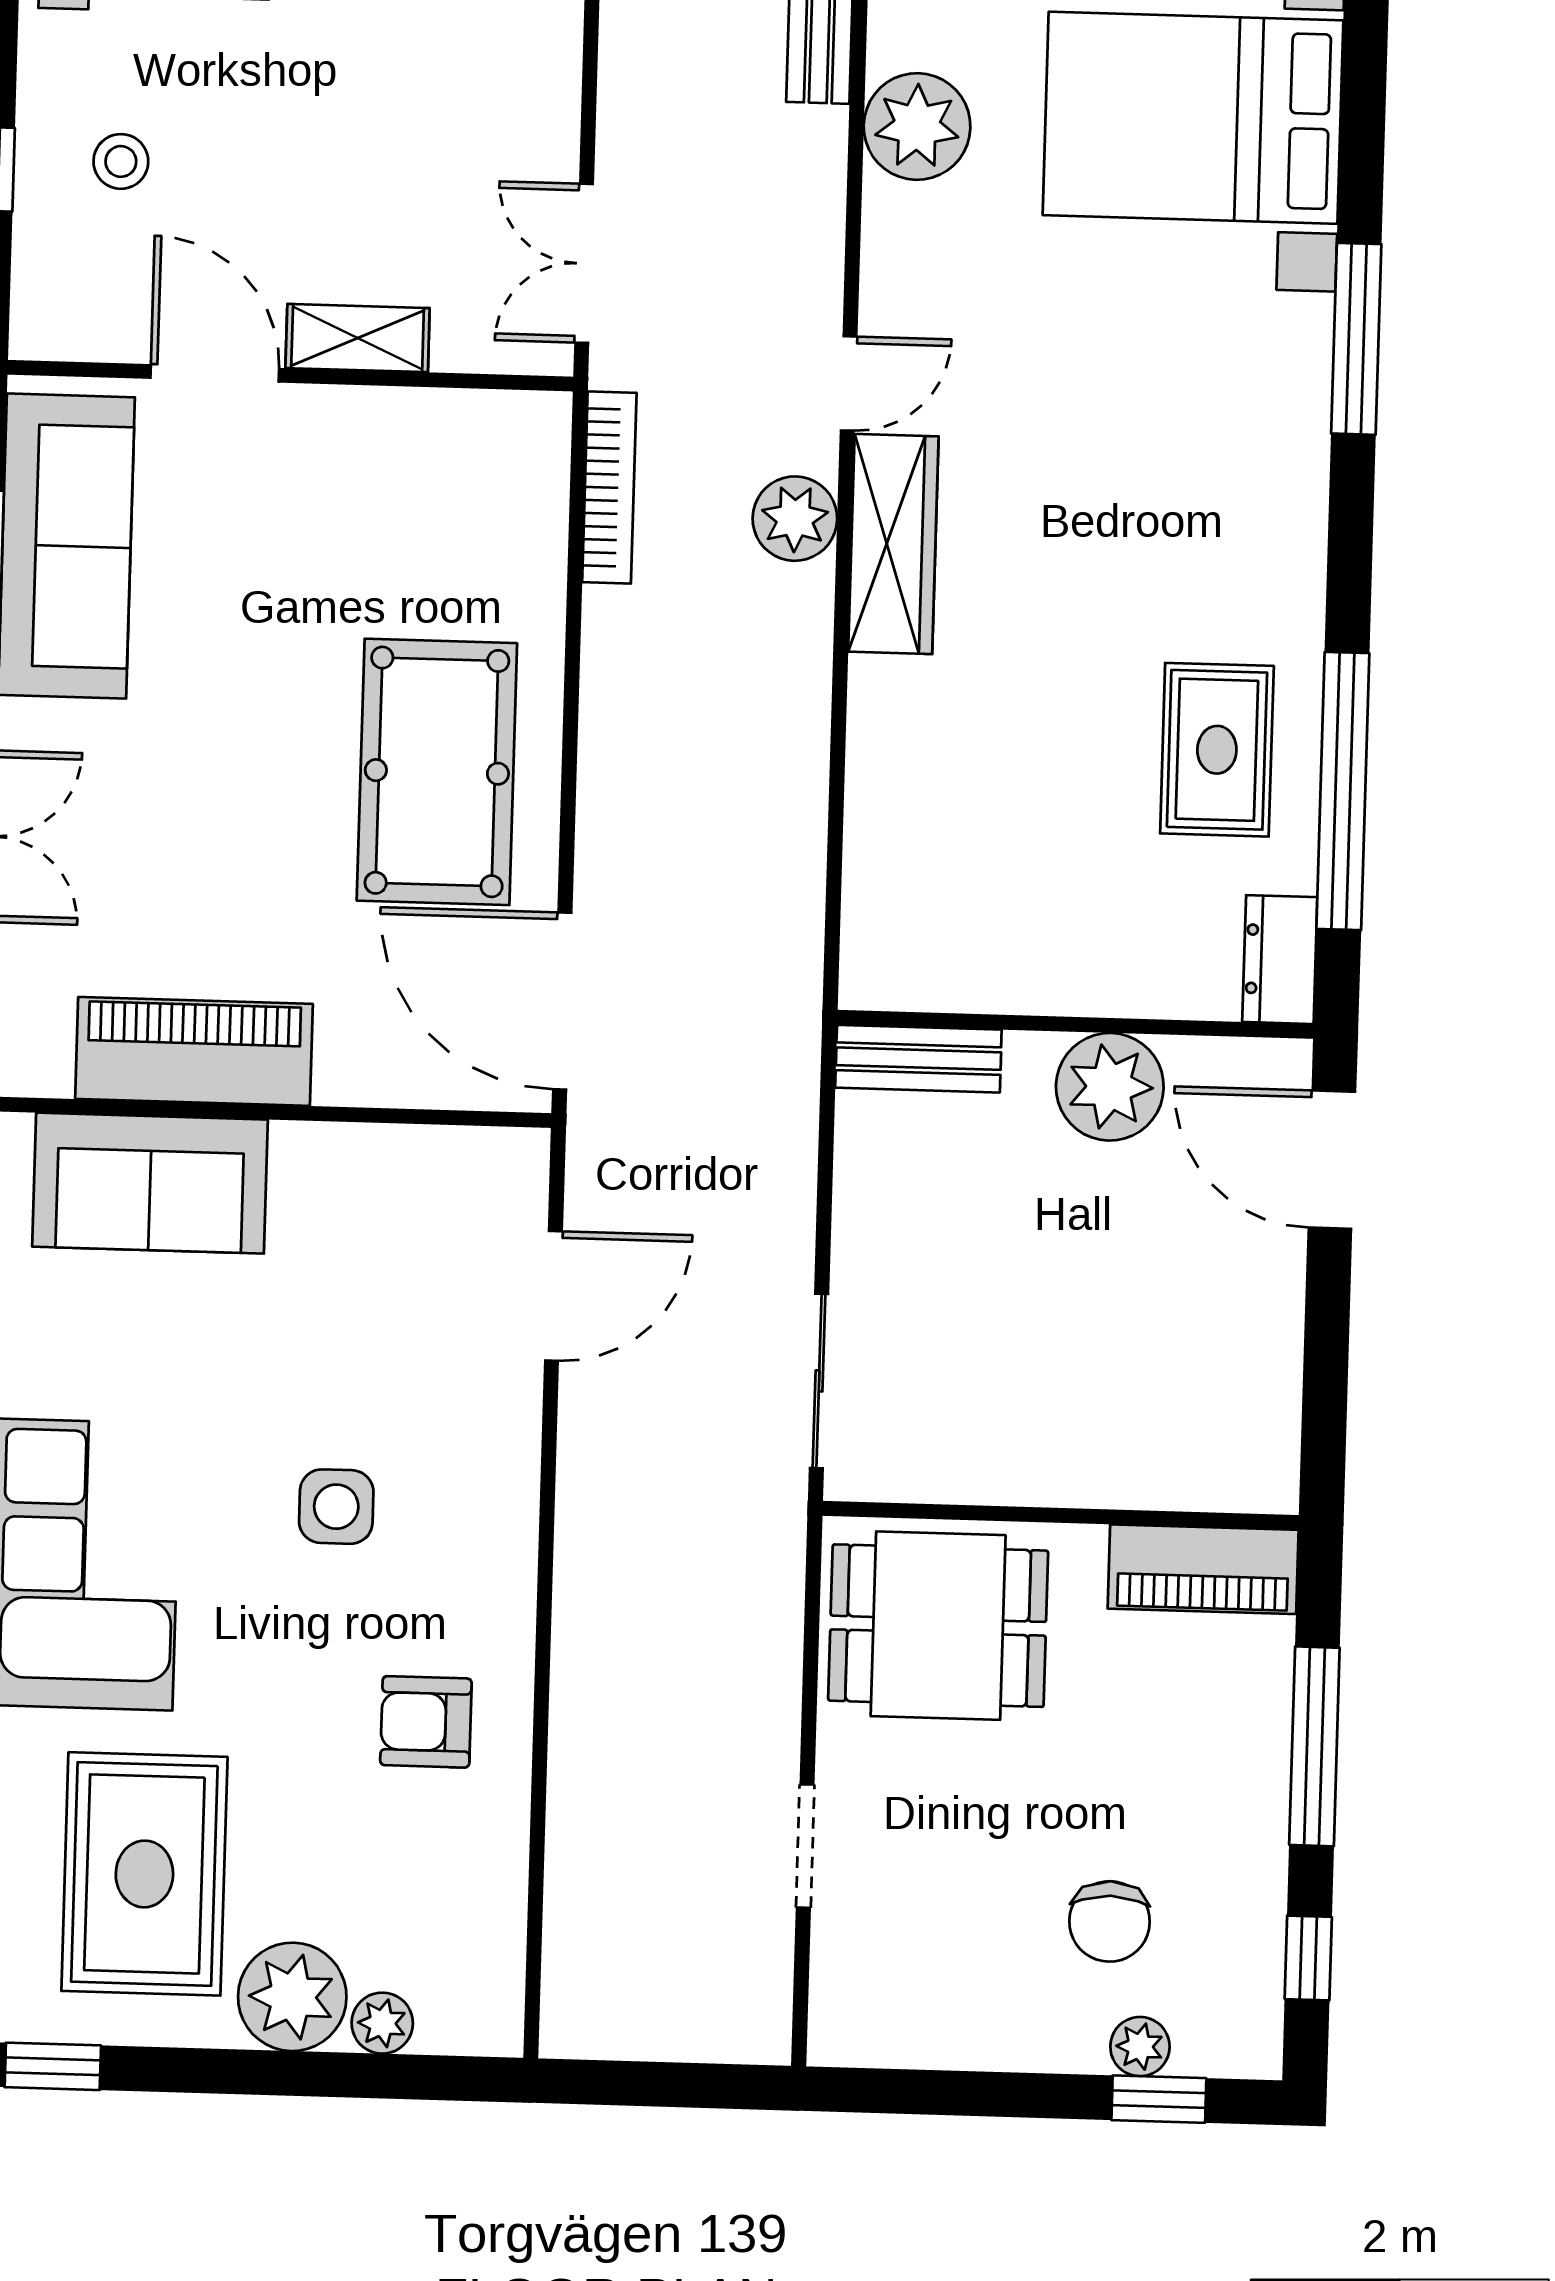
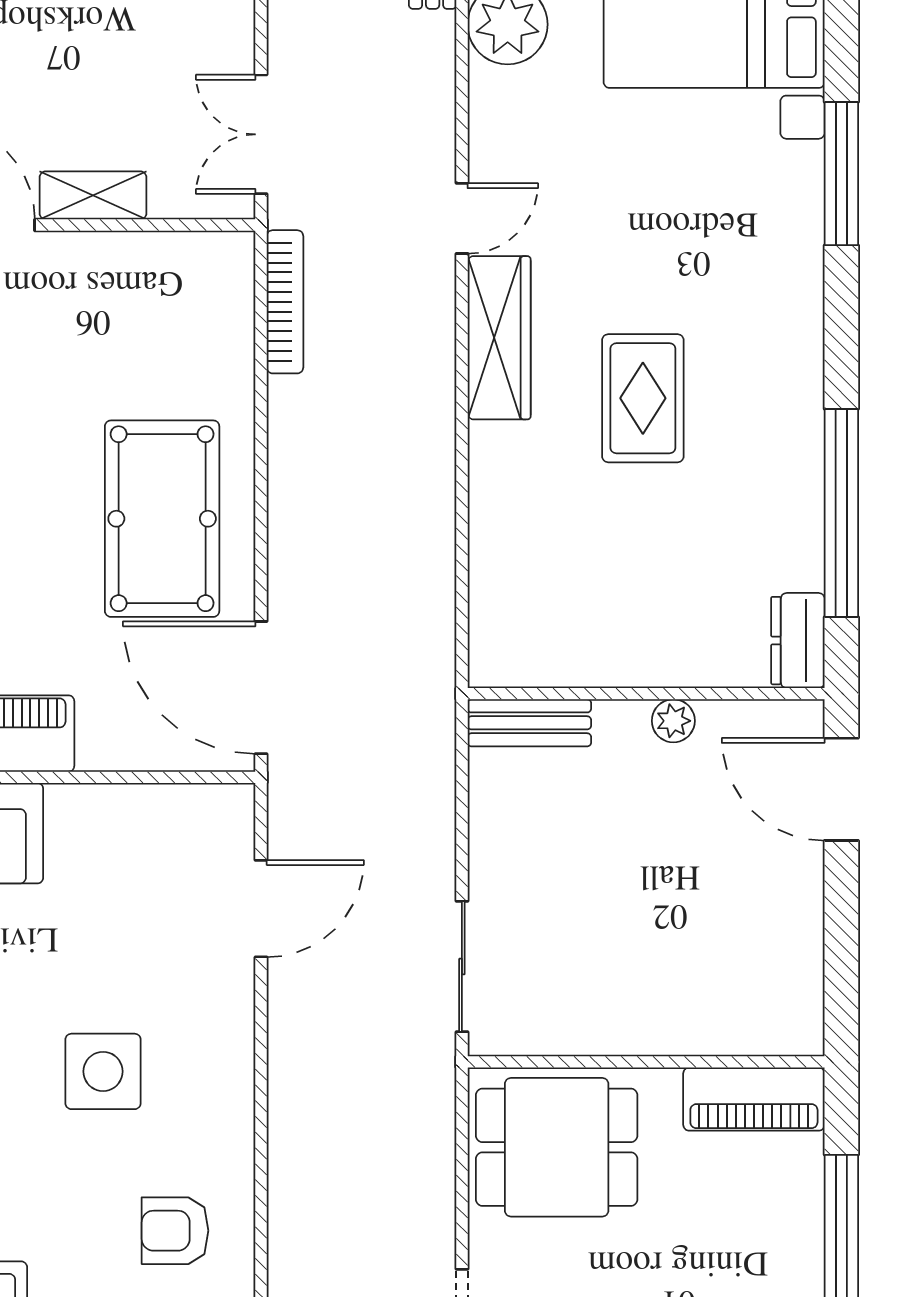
plant: (795, 519) -> (425, 321), removed
rug: (1217, 750) -> (643, 398), moved
plant: (1110, 1087) -> (673, 721), width x0.53, depth x0.53
side table: (336, 1507) -> (103, 1071), width x1.37, depth x1.37

